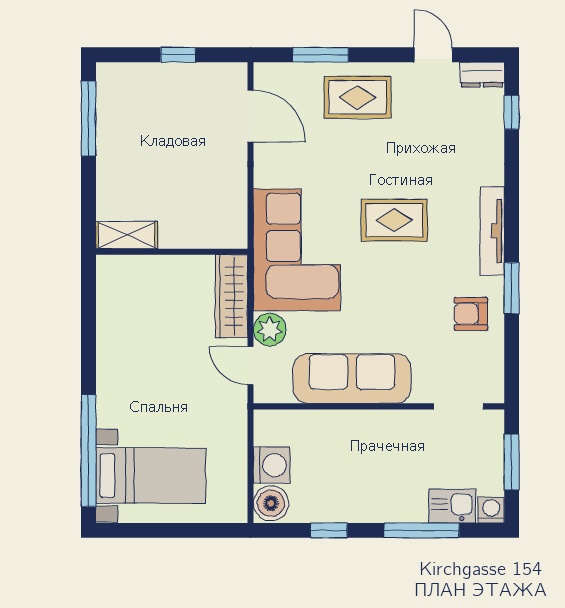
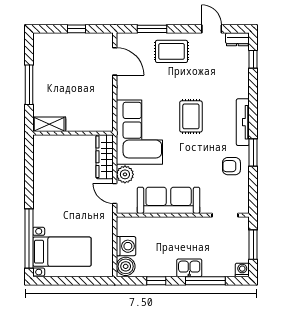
window: (89, 118) -> (29, 85), moved
rug: (394, 220) -> (191, 116), turned 90
kitchen sink: (452, 506) -> (189, 268), moved

